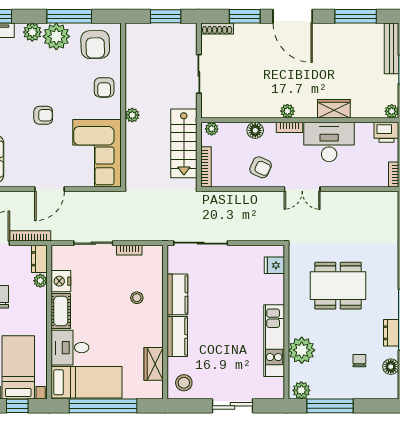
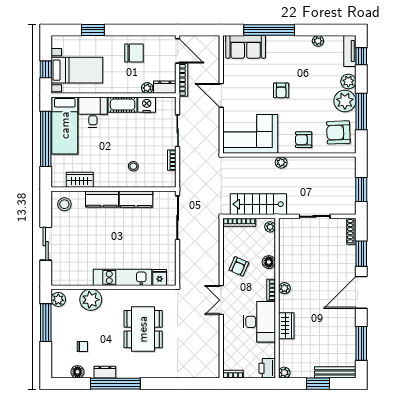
kitchen unit: (274, 341) -> (123, 277), moved

